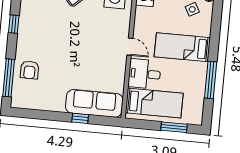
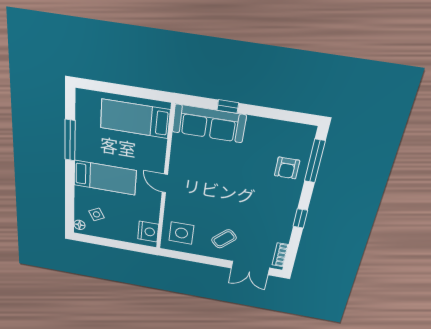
armchair: (30, 70) -> (287, 168), turned 180
desk: (144, 74) -> (147, 153), removed
window: (174, 127) -> (110, 88), removed

